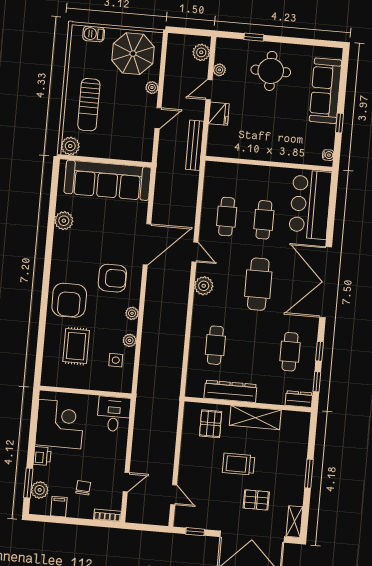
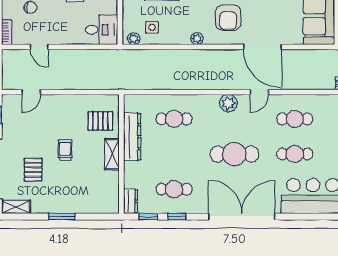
plant: (130, 340) -> (134, 39), moved
shelving: (255, 418) -> (112, 154), width x0.67, depth x0.75
trolley: (239, 464) -> (65, 150), width x0.73, depth x0.72

